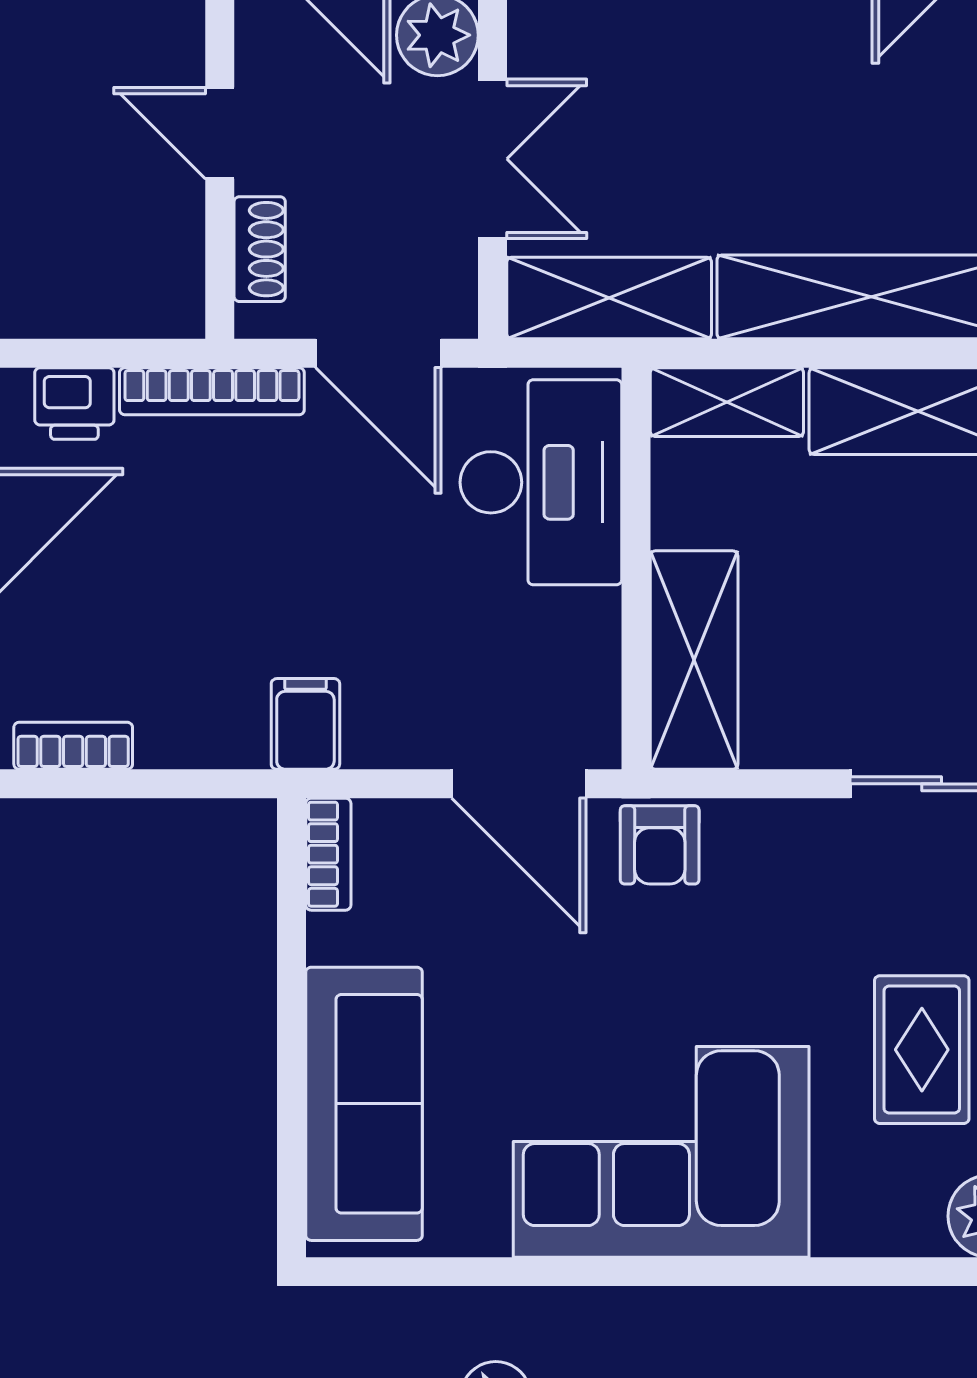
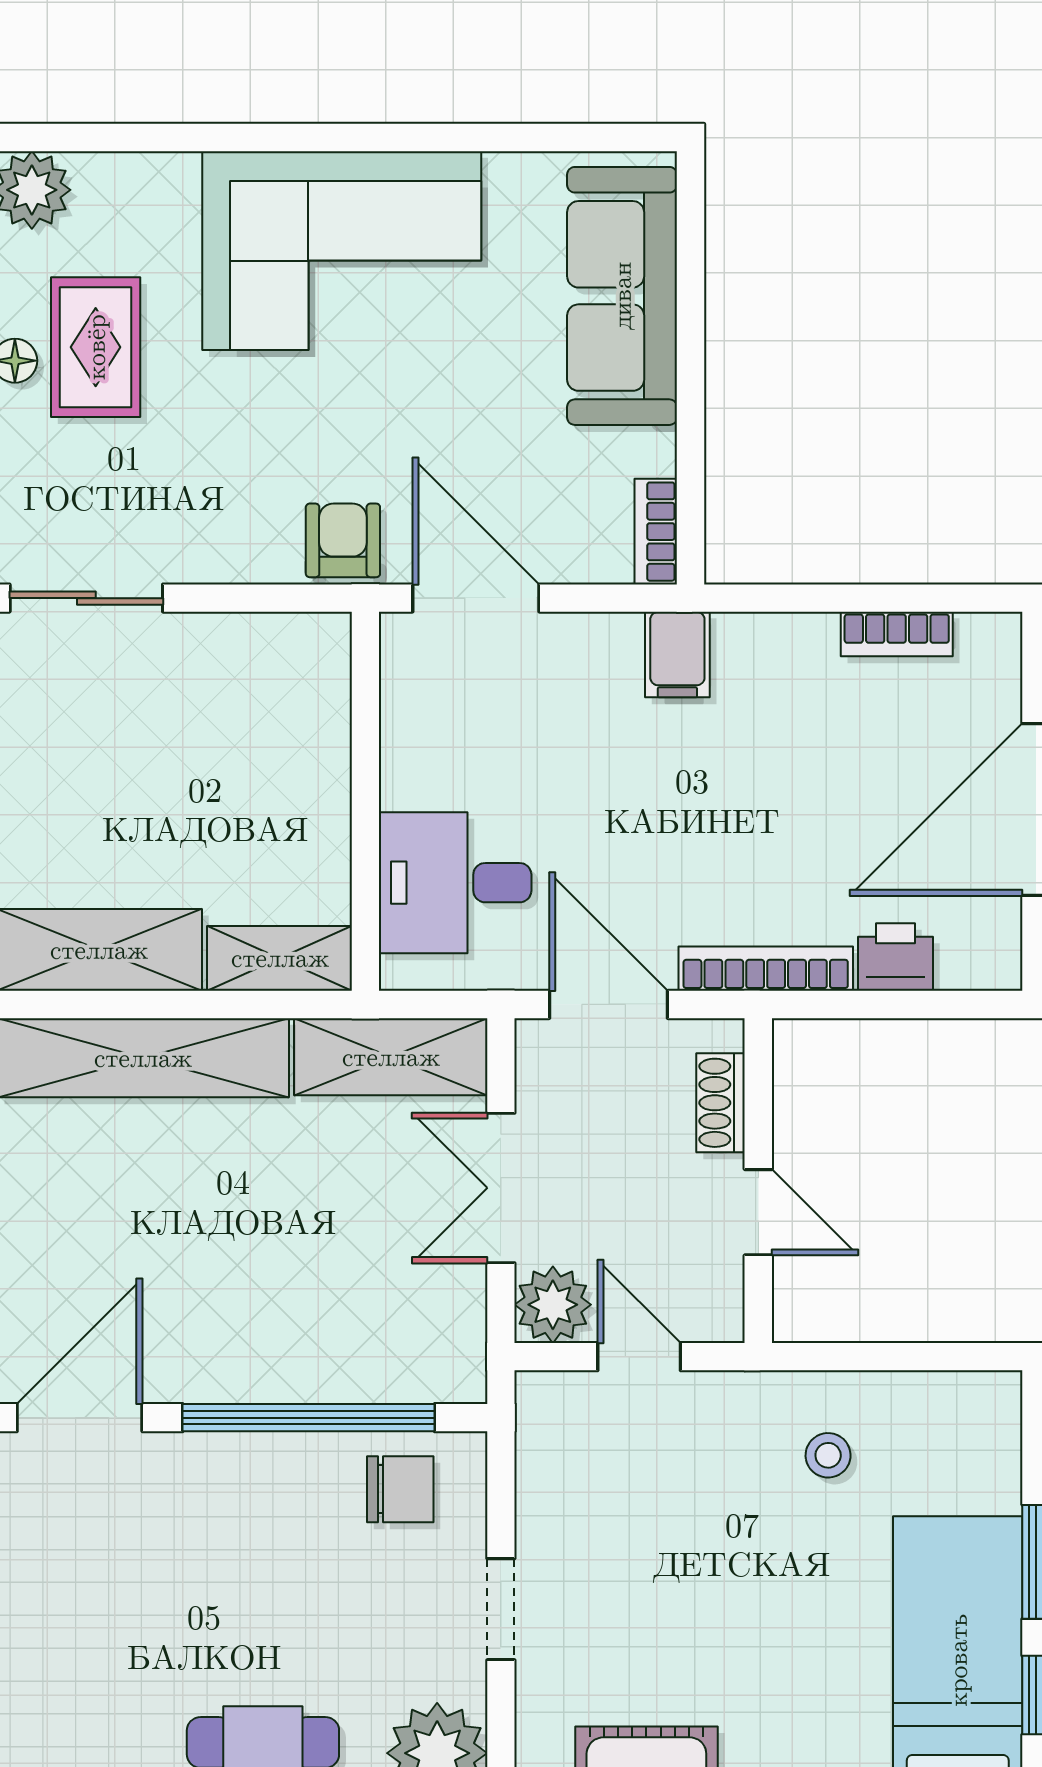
desk: (541, 482) -> (455, 883), width x0.73
shelving: (694, 660) -> (311, 715), removed

